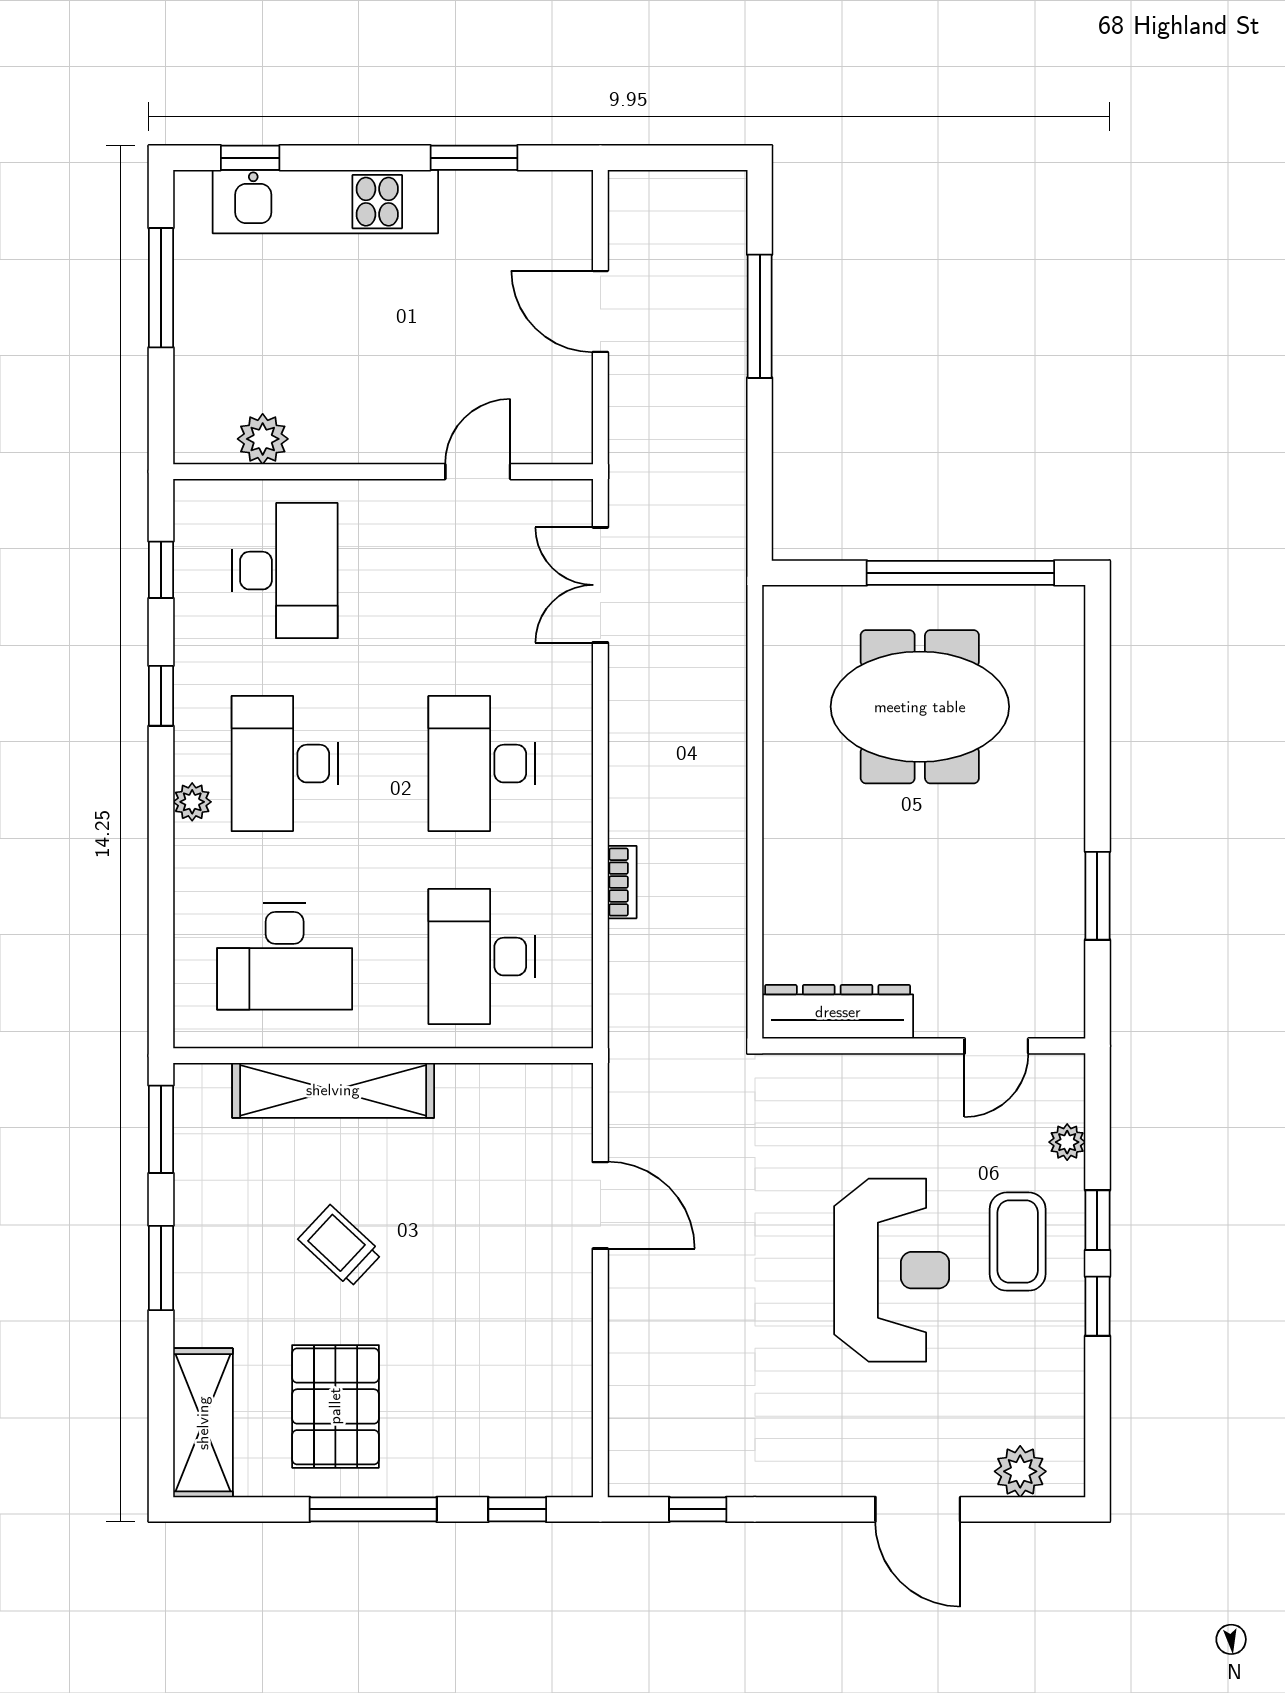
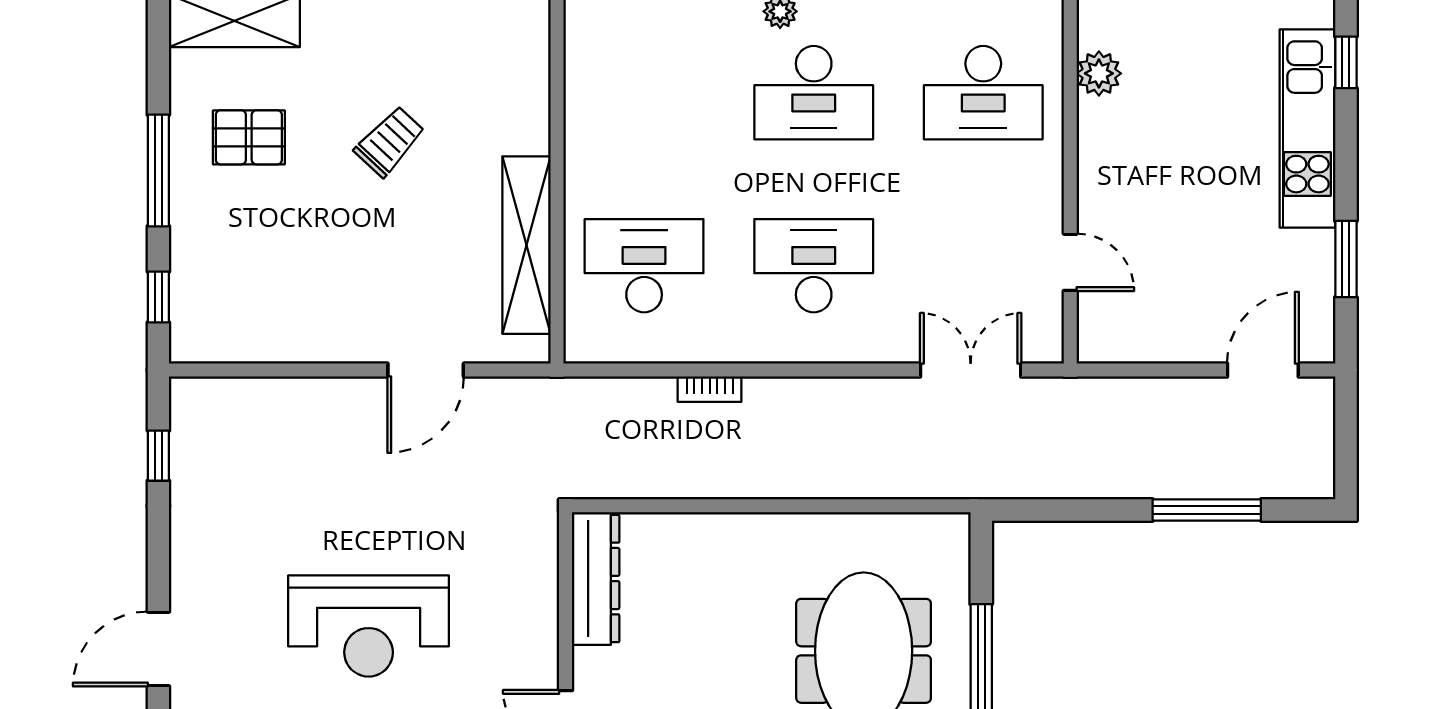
door: (600, 311) -> (1263, 370), moved
desk: (285, 764) -> (814, 93), turned 180
desk: (285, 957) -> (644, 93), removed
shelving: (333, 1090) -> (527, 245), moved
pallet: (335, 1406) -> (249, 137), width x0.67, depth x0.71

